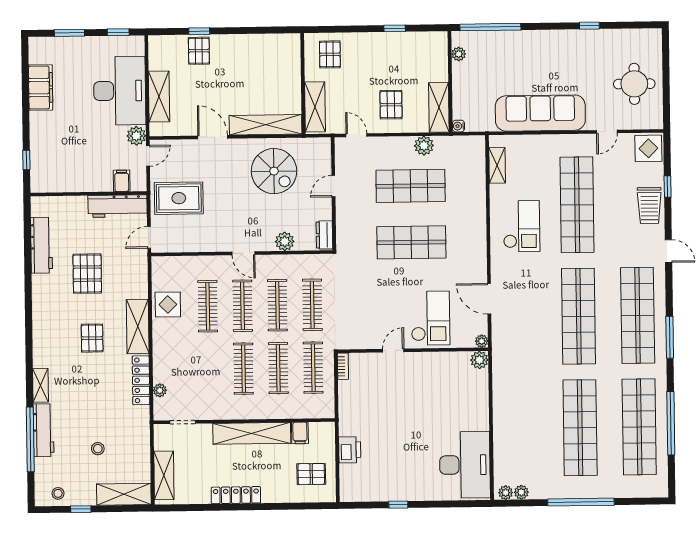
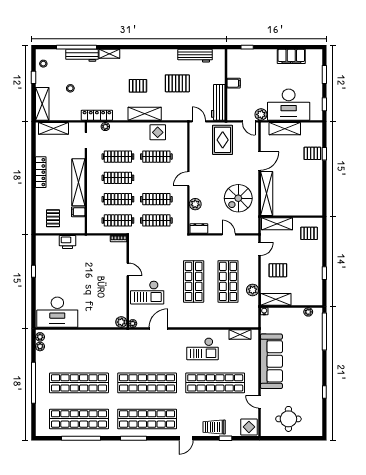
filing cabinet: (122, 181) -> (234, 83), moved
clothes rail: (243, 306) -> (118, 157), moved
locker: (141, 380) -> (97, 115), moved

